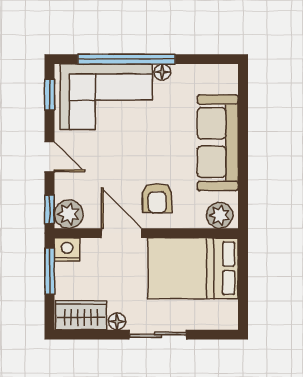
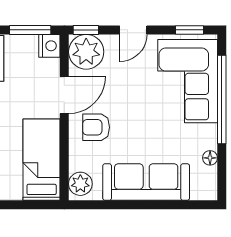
floor lamp: (162, 72) -> (210, 158), moved
plant: (69, 214) -> (86, 52), width x1.36, depth x1.36
bed: (193, 268) -> (42, 160), width x0.67

